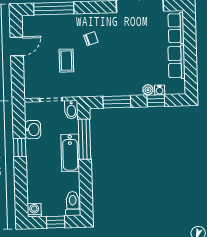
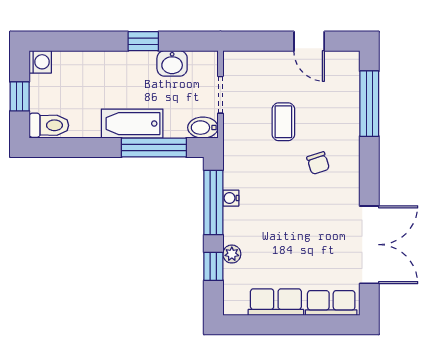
coffee table: (66, 61) -> (283, 122), turned 90
water cooler: (160, 90) -> (231, 198), moved
window: (117, 102) -> (213, 202), width x1.44

